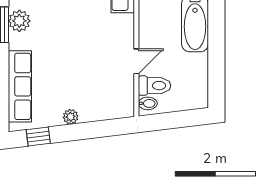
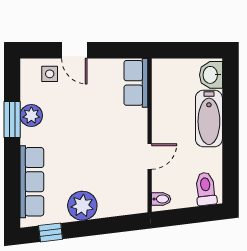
toilet: (154, 86) -> (206, 189), moved, turned -97
plant: (71, 117) -> (82, 206), width x1.87, depth x1.87

